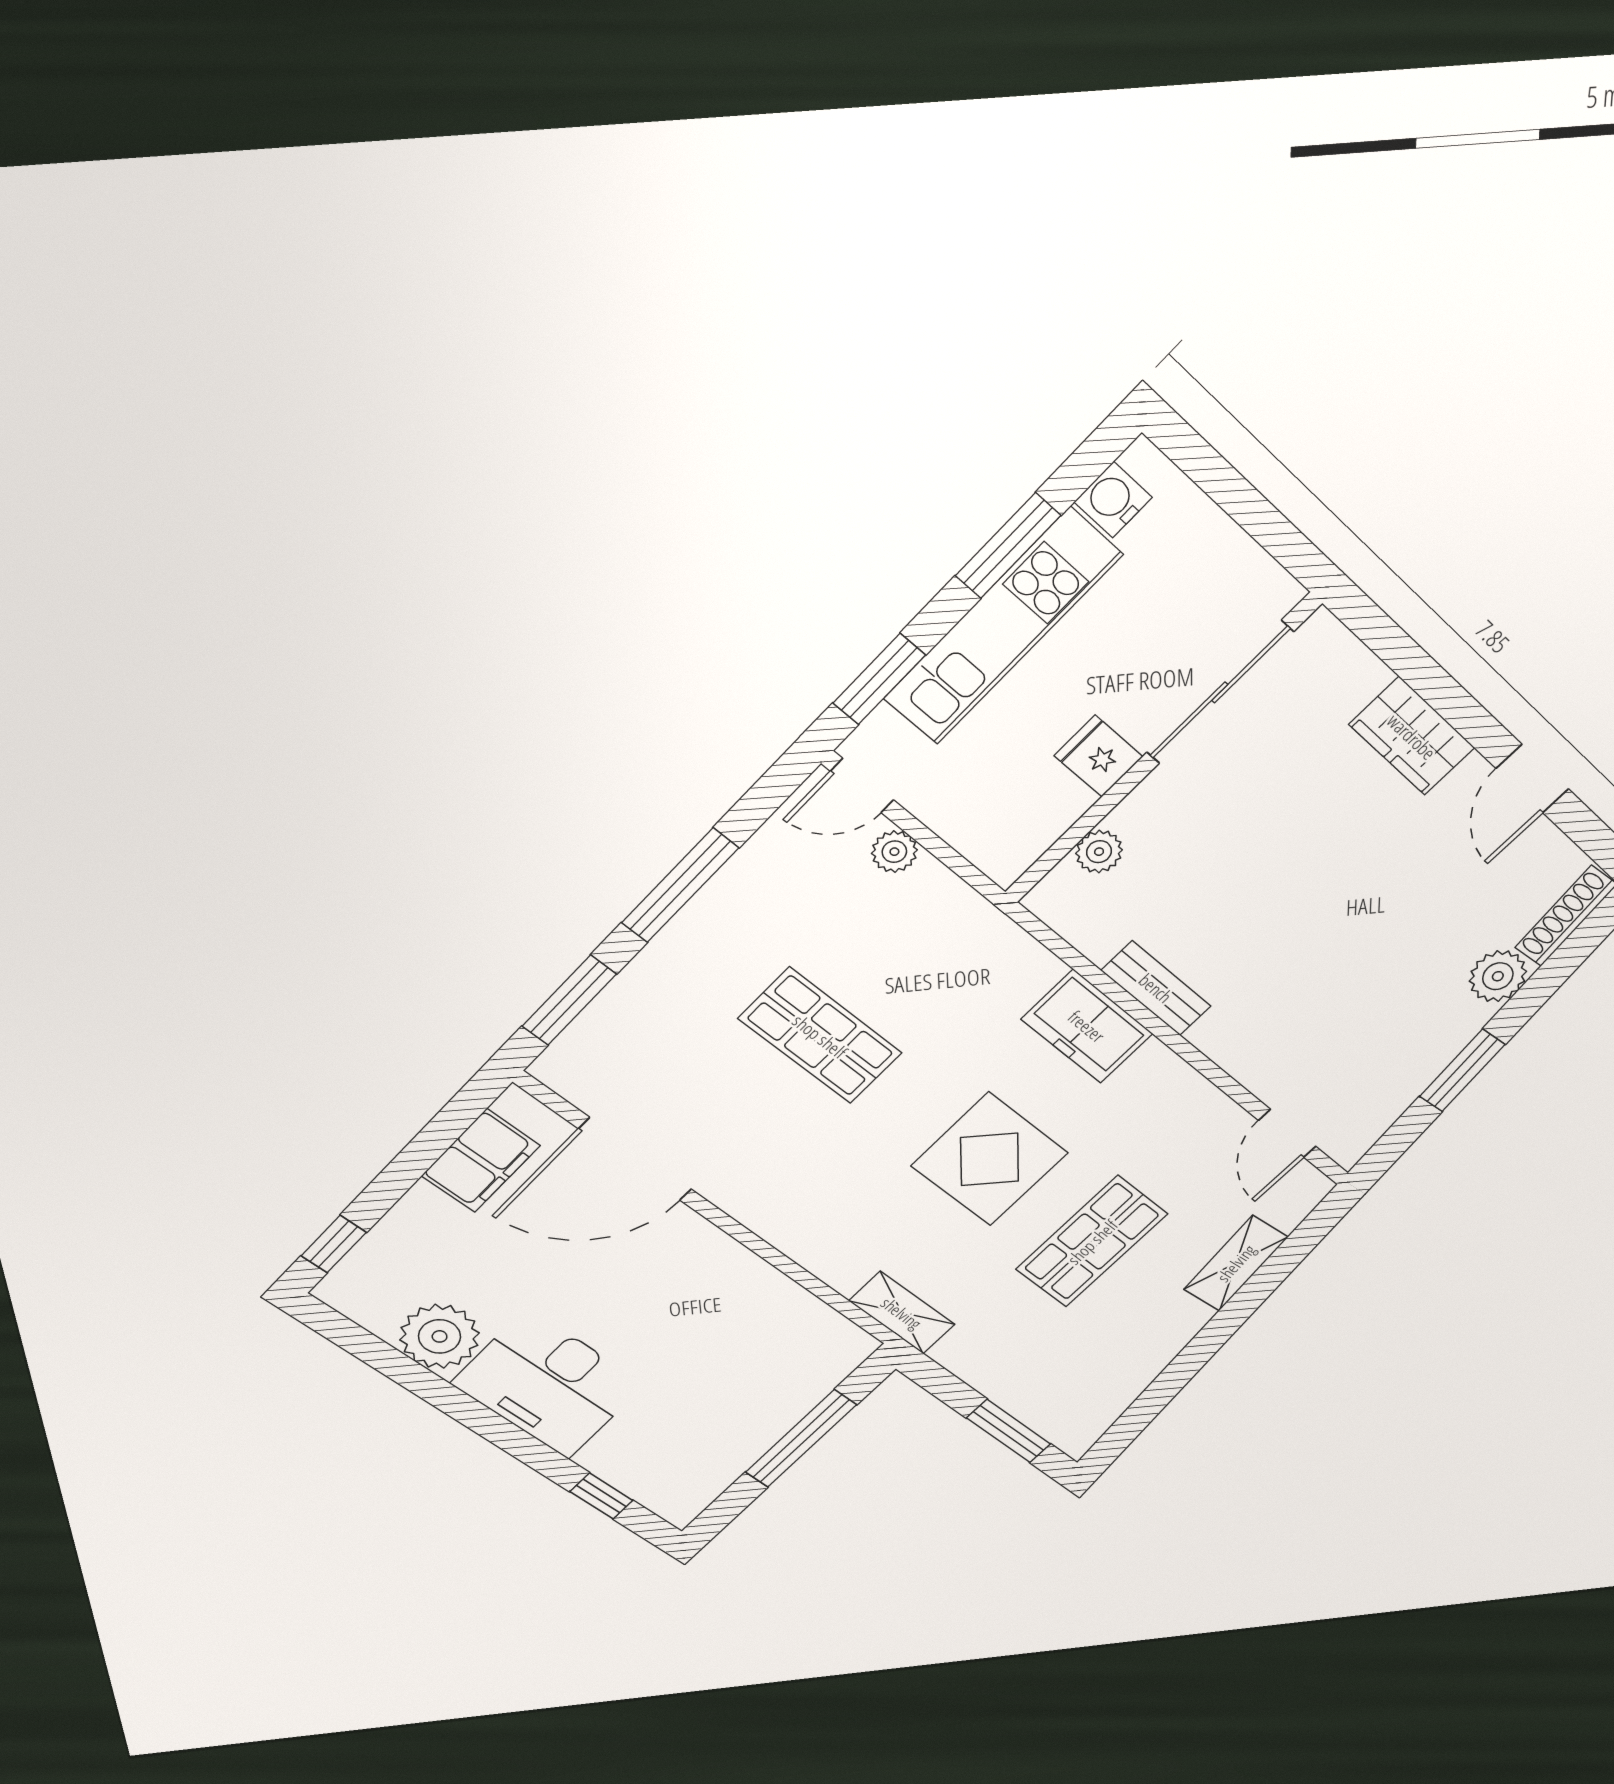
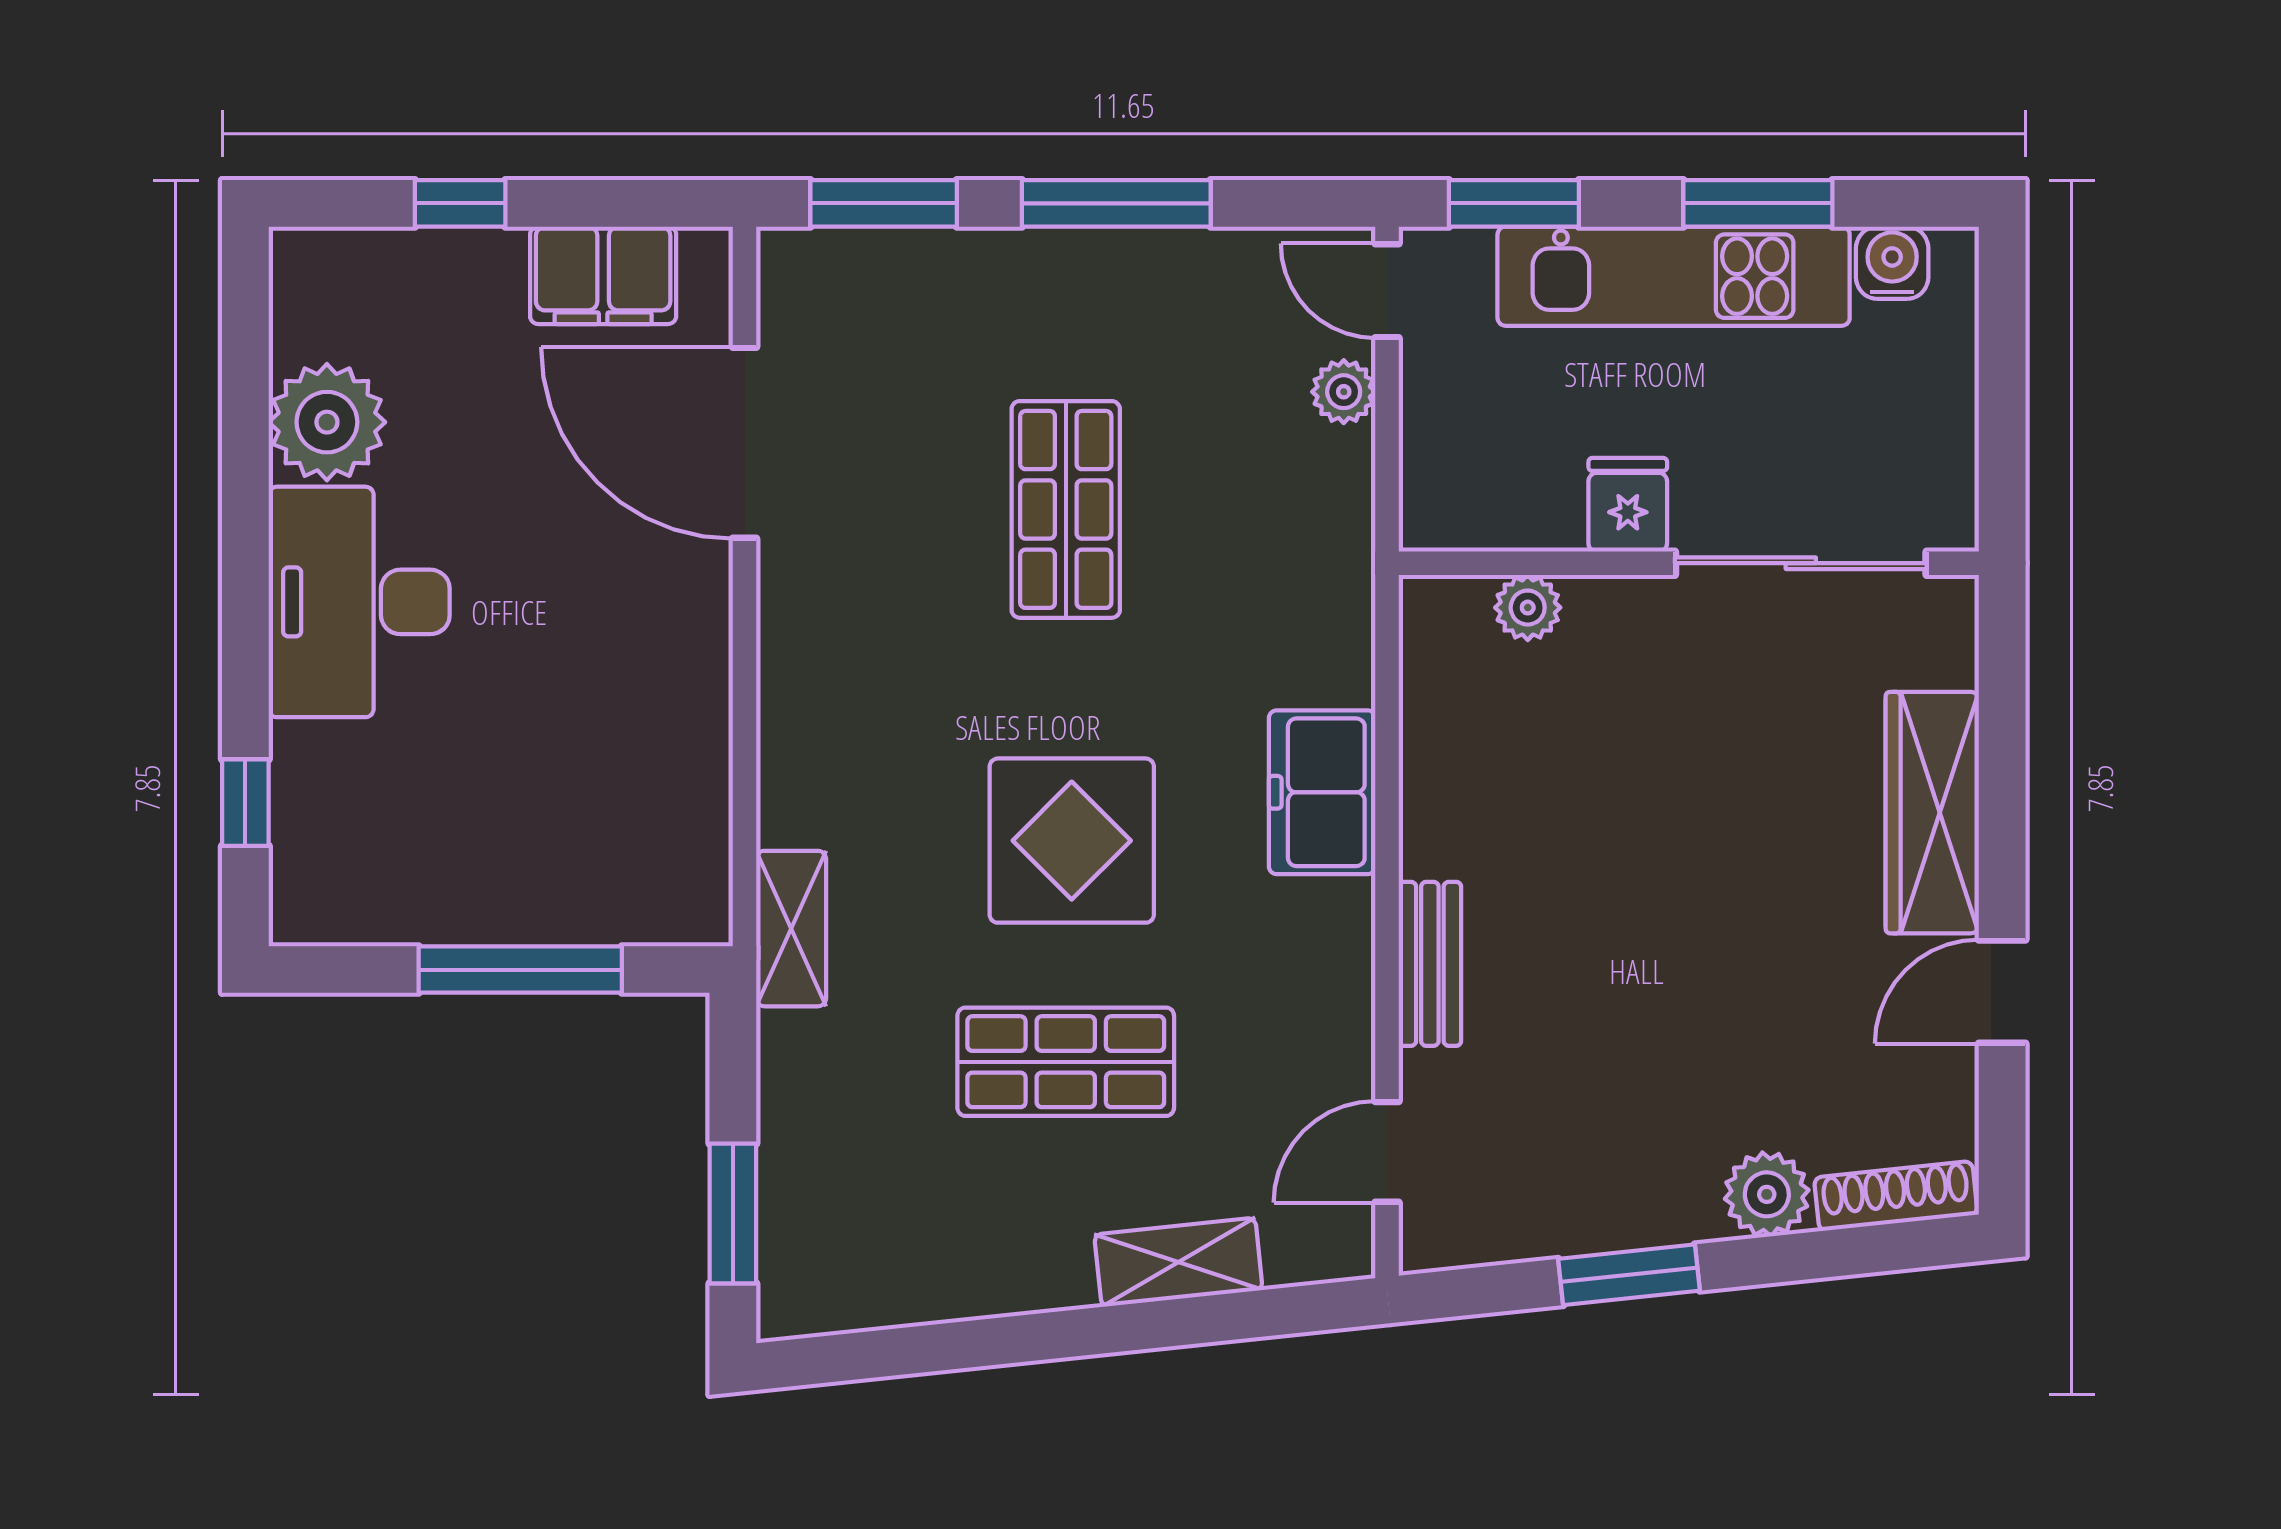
wardrobe: (1412, 736) -> (1932, 813), width x1.50
bench: (1156, 988) -> (1430, 964), moved
window: (334, 1244) -> (460, 203), moved

